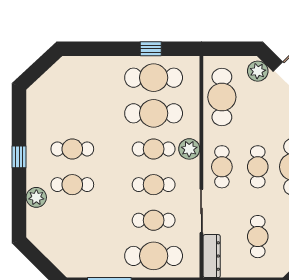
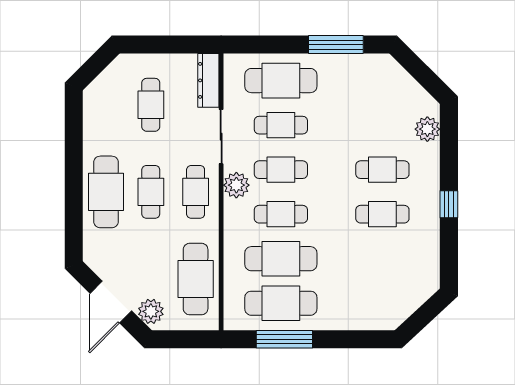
window: (151, 49) -> (284, 339), width x2.17
plant: (189, 149) -> (236, 185), moved
plant: (36, 197) -> (427, 129), moved

